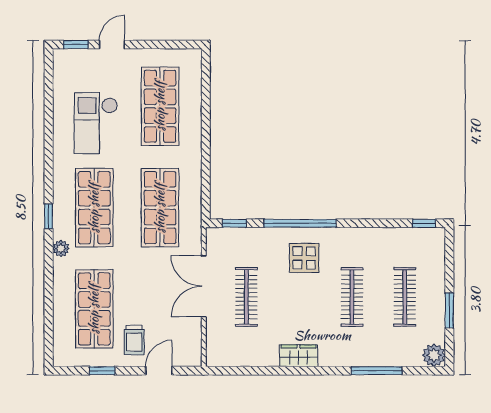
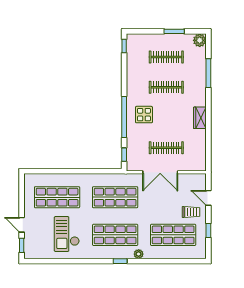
checkout: (96, 123) -> (67, 234), turned 90

